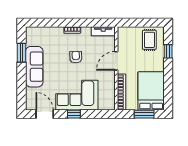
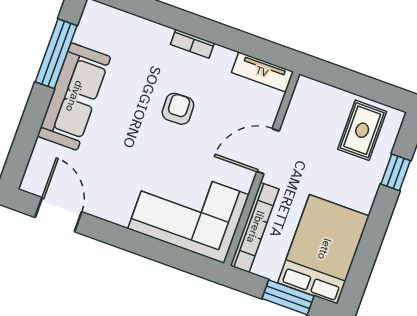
window: (21, 53) -> (56, 54), width x1.44
corner sofa: (77, 95) -> (188, 212), moved
window: (74, 114) -> (126, 239), removed

